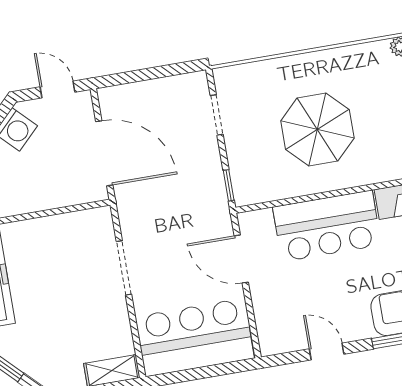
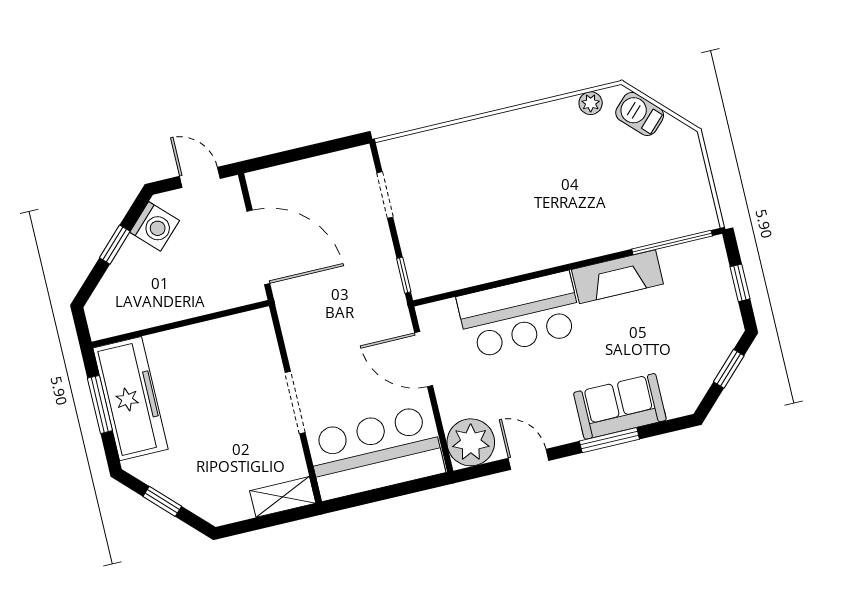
parasol: (317, 129) -> (502, 205), removed
doorway: (124, 268) -> (295, 403), moved
plant: (278, 334) -> (471, 442), added

